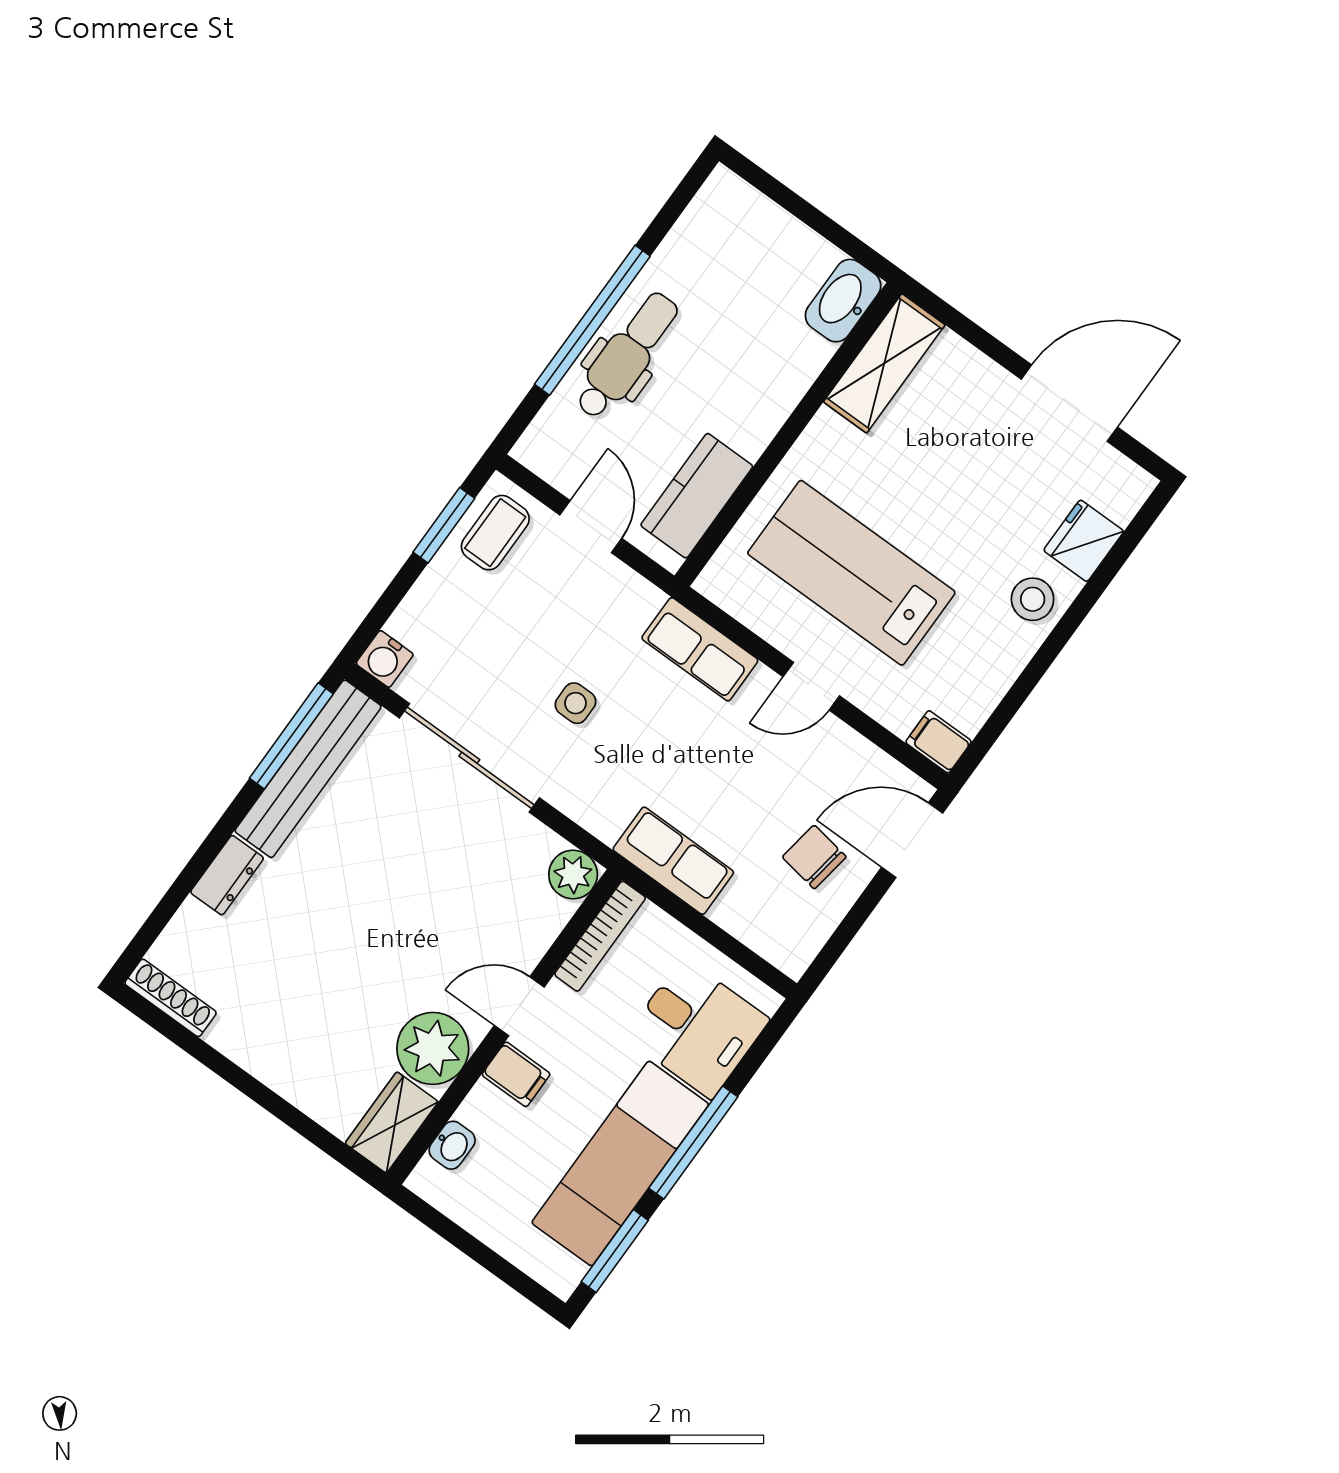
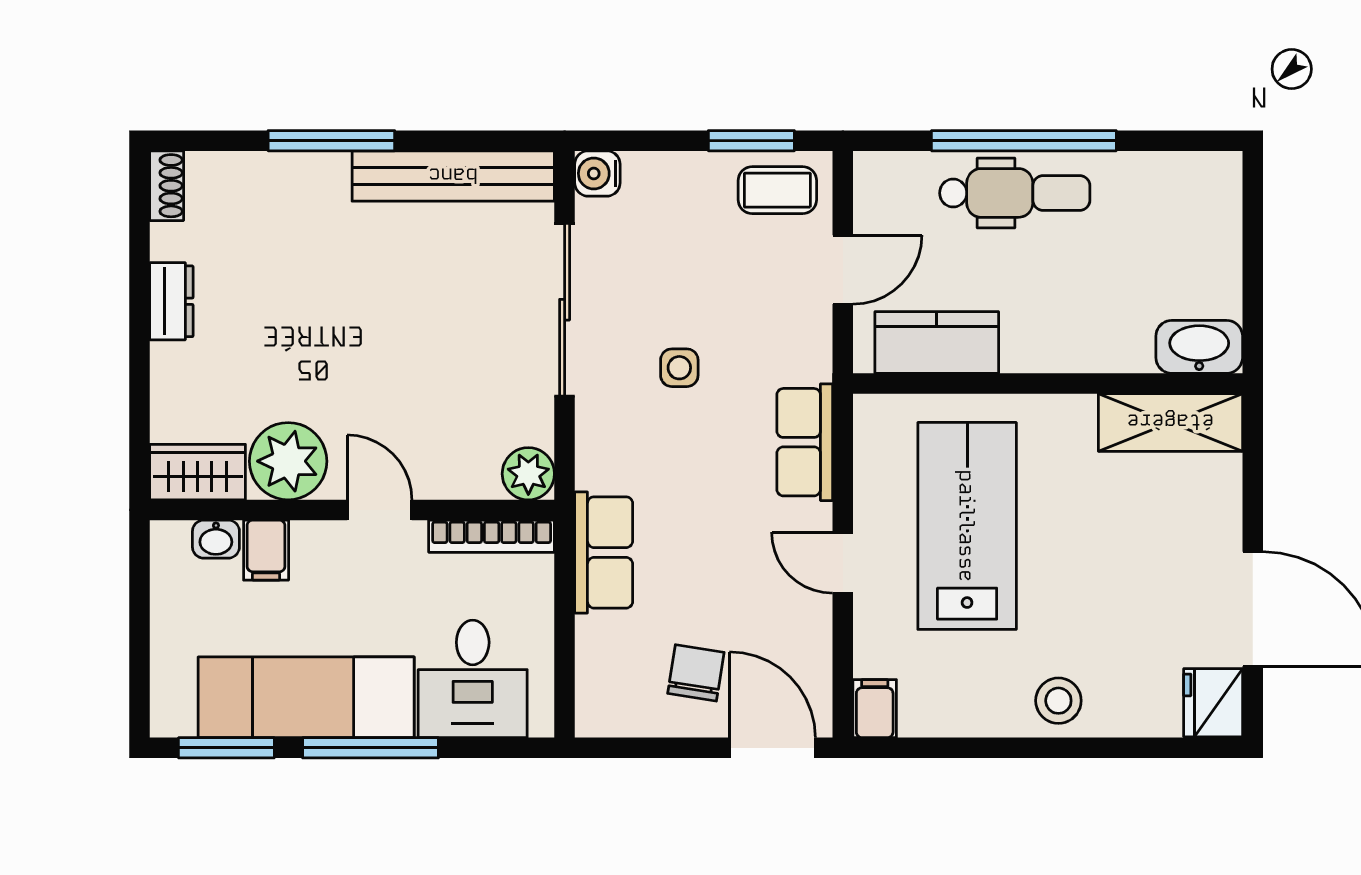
fridge: (1084, 541) -> (1213, 703), moved, turned -90
window: (291, 736) -> (331, 141), moved
dresser: (227, 875) -> (171, 301), moved, turned -90
shoe rack: (171, 998) -> (167, 186), width x0.70
filing cabinet: (516, 1074) -> (266, 550), moved

